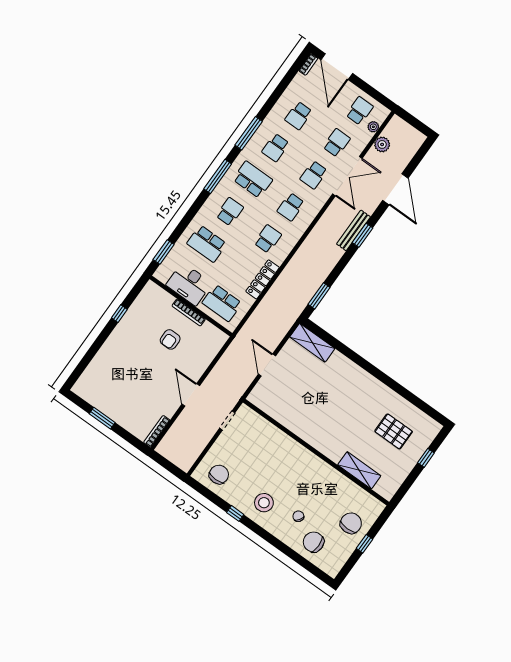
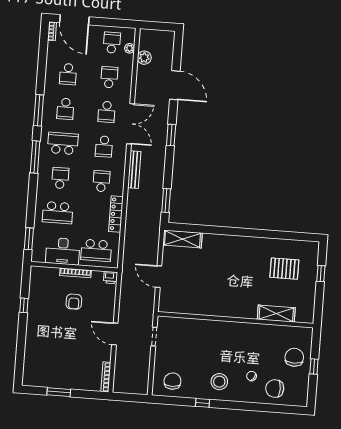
double door: (347, 176) -> (131, 124), moved
bench: (354, 230) -> (134, 170), moved
printer: (220, 338) -> (111, 277), added

